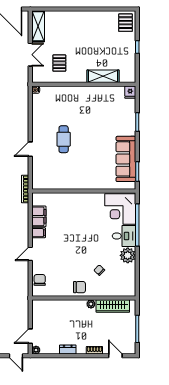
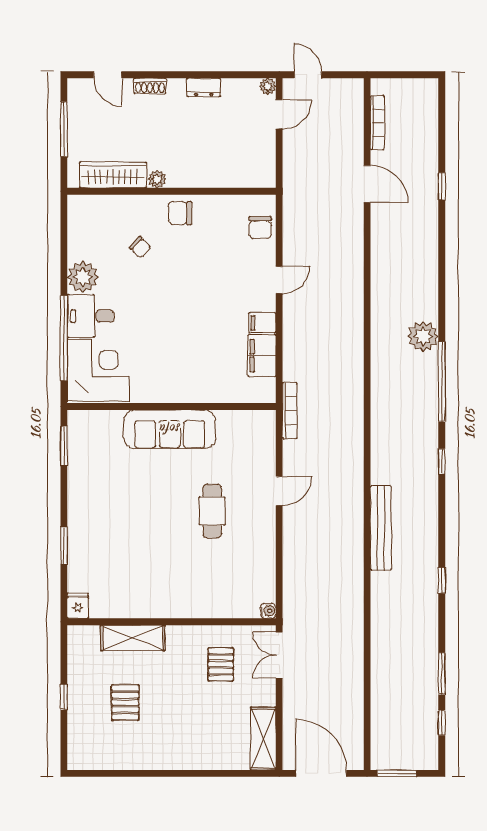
pallet: (126, 23) -> (125, 702), moved
double door: (30, 55) -> (279, 655), moved
sofa: (126, 159) -> (170, 429), moved, turned 90

